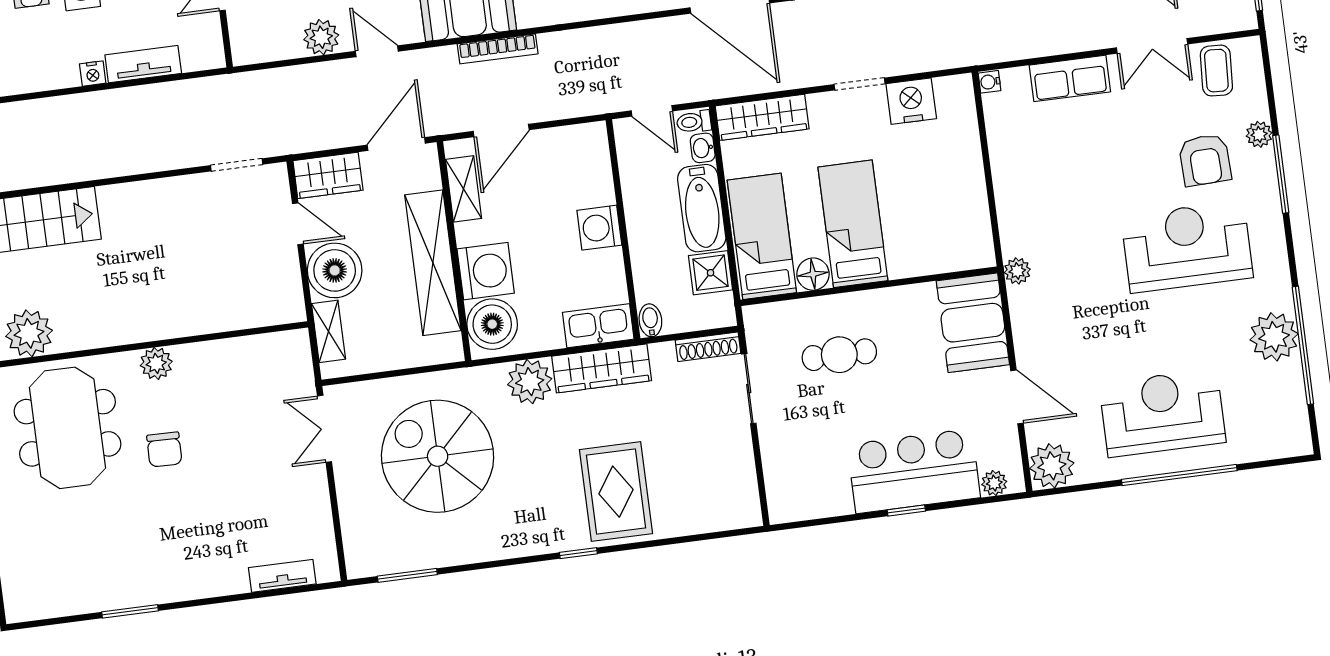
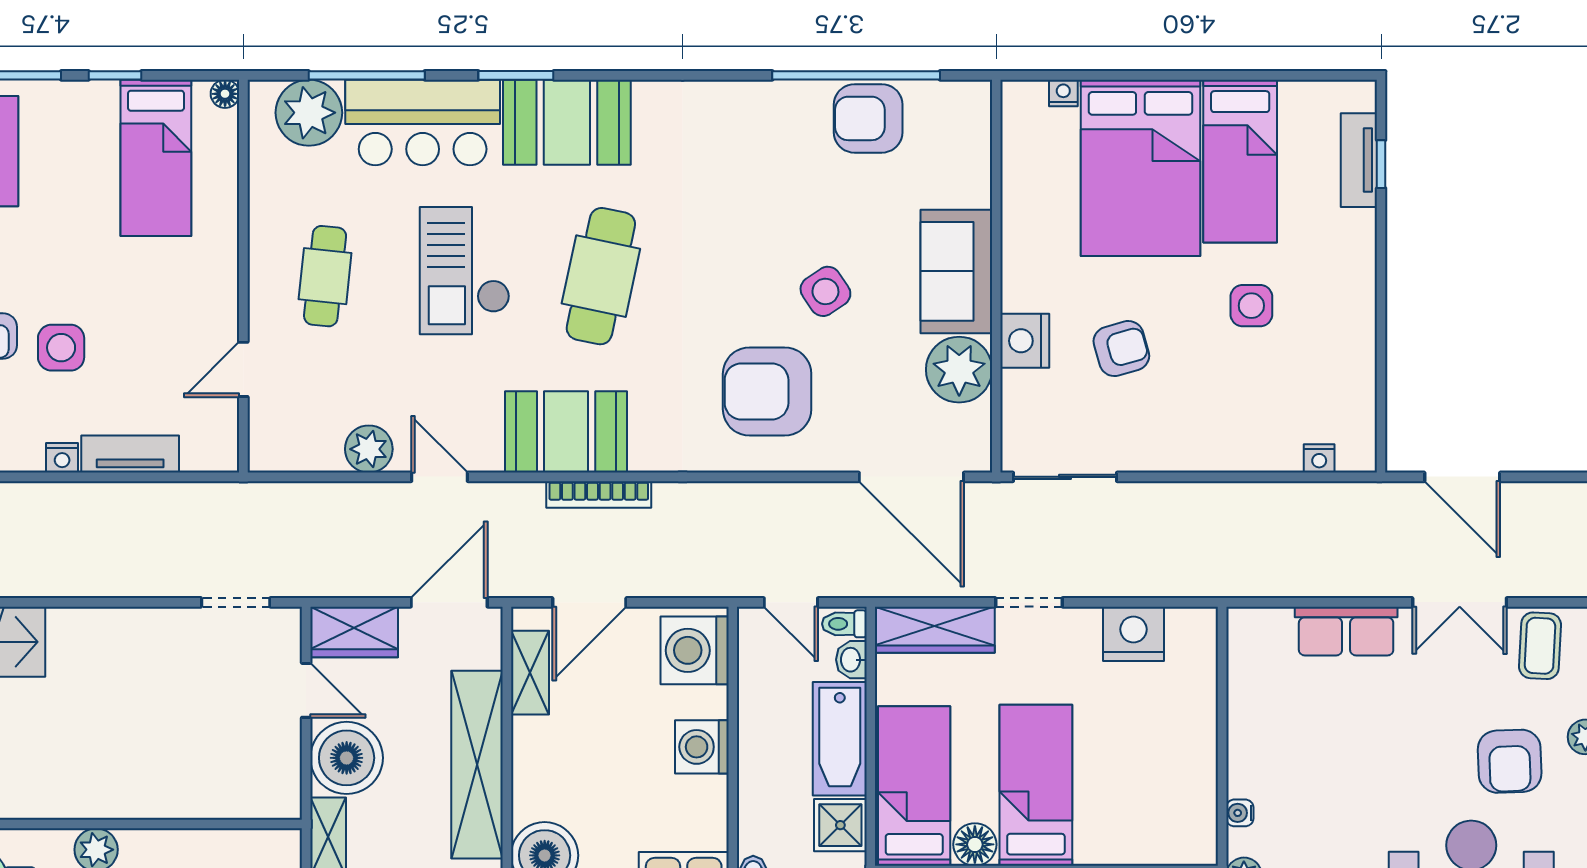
water cooler: (990, 82) -> (1240, 813), moved
doorway: (860, 84) -> (1029, 602), moved
washing machine: (486, 271) -> (695, 650), moved, turned 180

